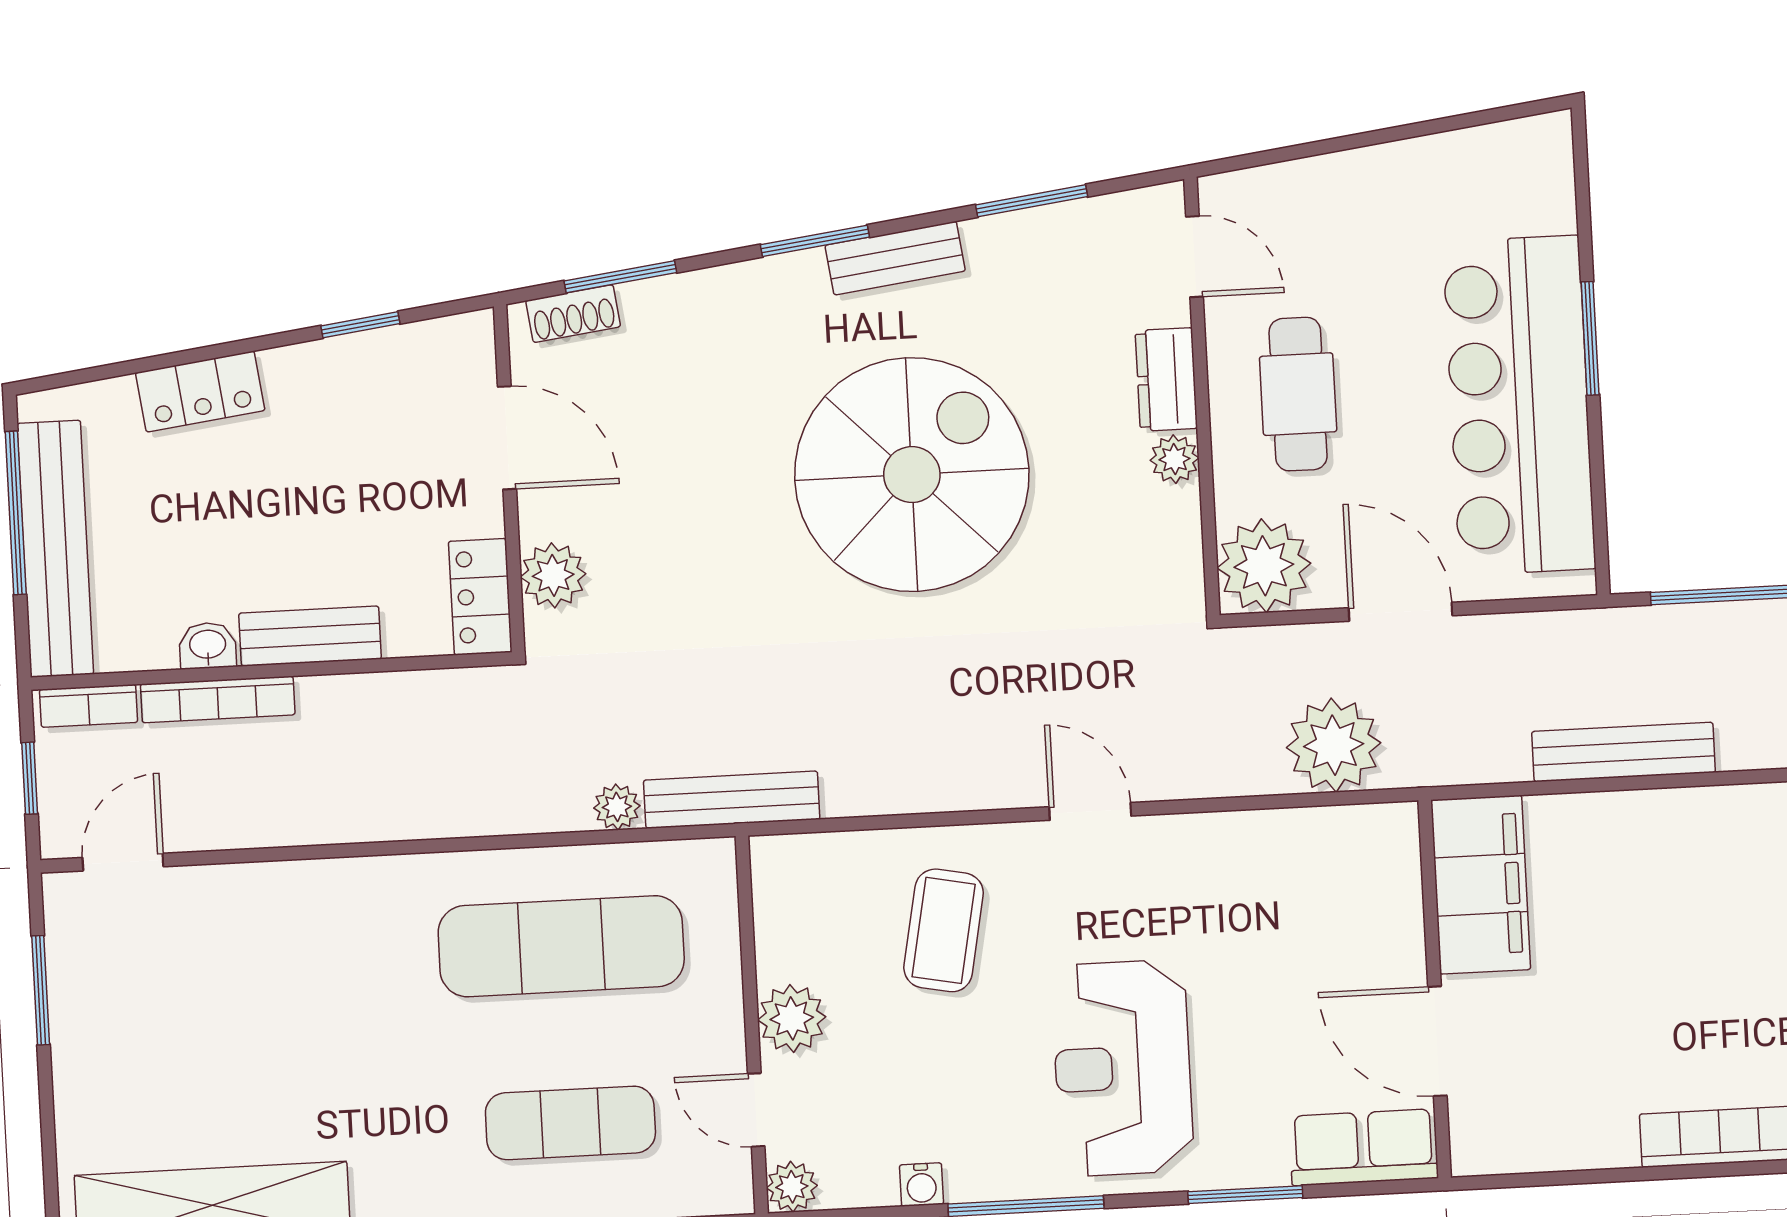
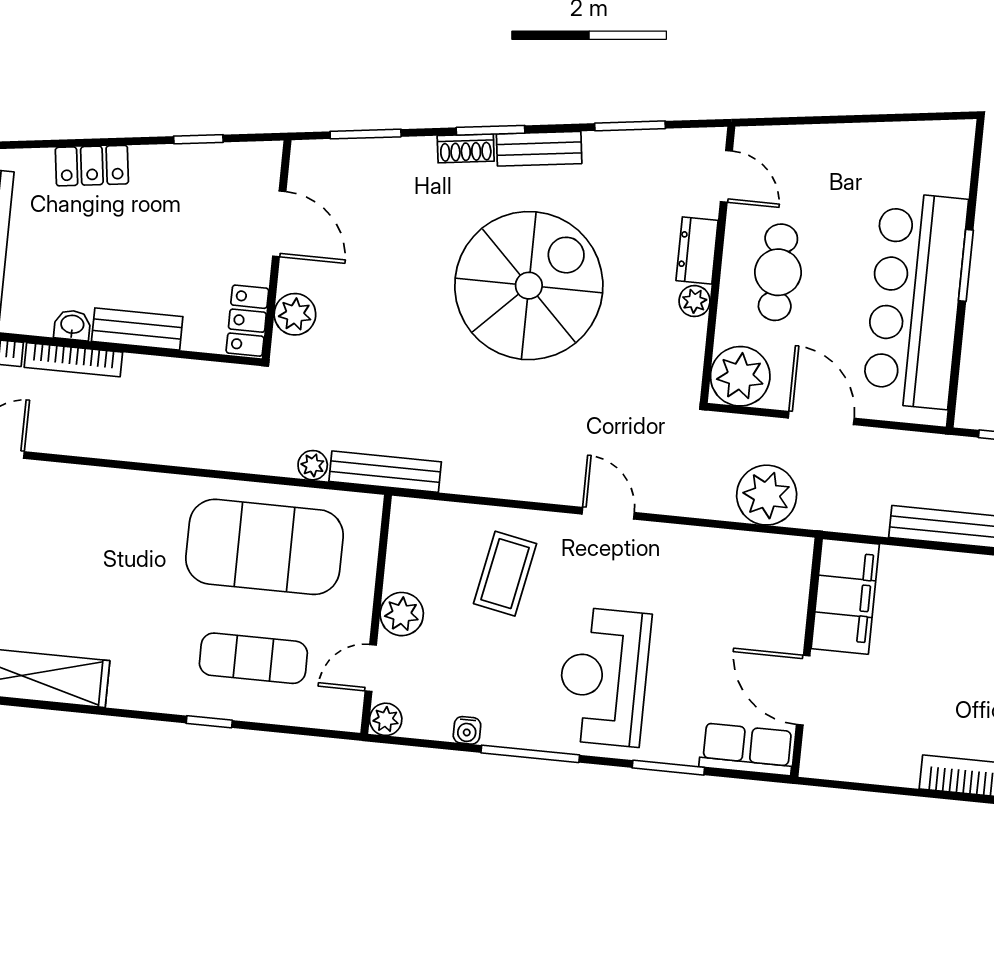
shoe rack: (573, 314) -> (466, 148), moved
exercise mat: (561, 946) -> (264, 547), width x1.47
door: (756, 1110) -> (371, 668), hinge flipped

